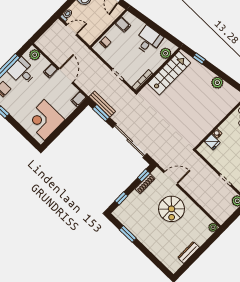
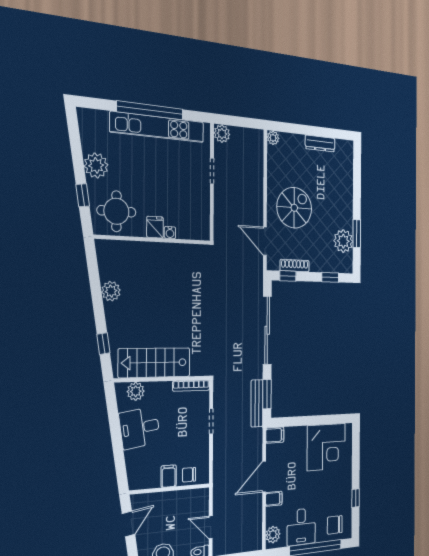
filing cabinet: (123, 25) -> (169, 476), moved
fridge: (212, 142) -> (155, 227), moved
plant: (131, 222) -> (343, 241), added

